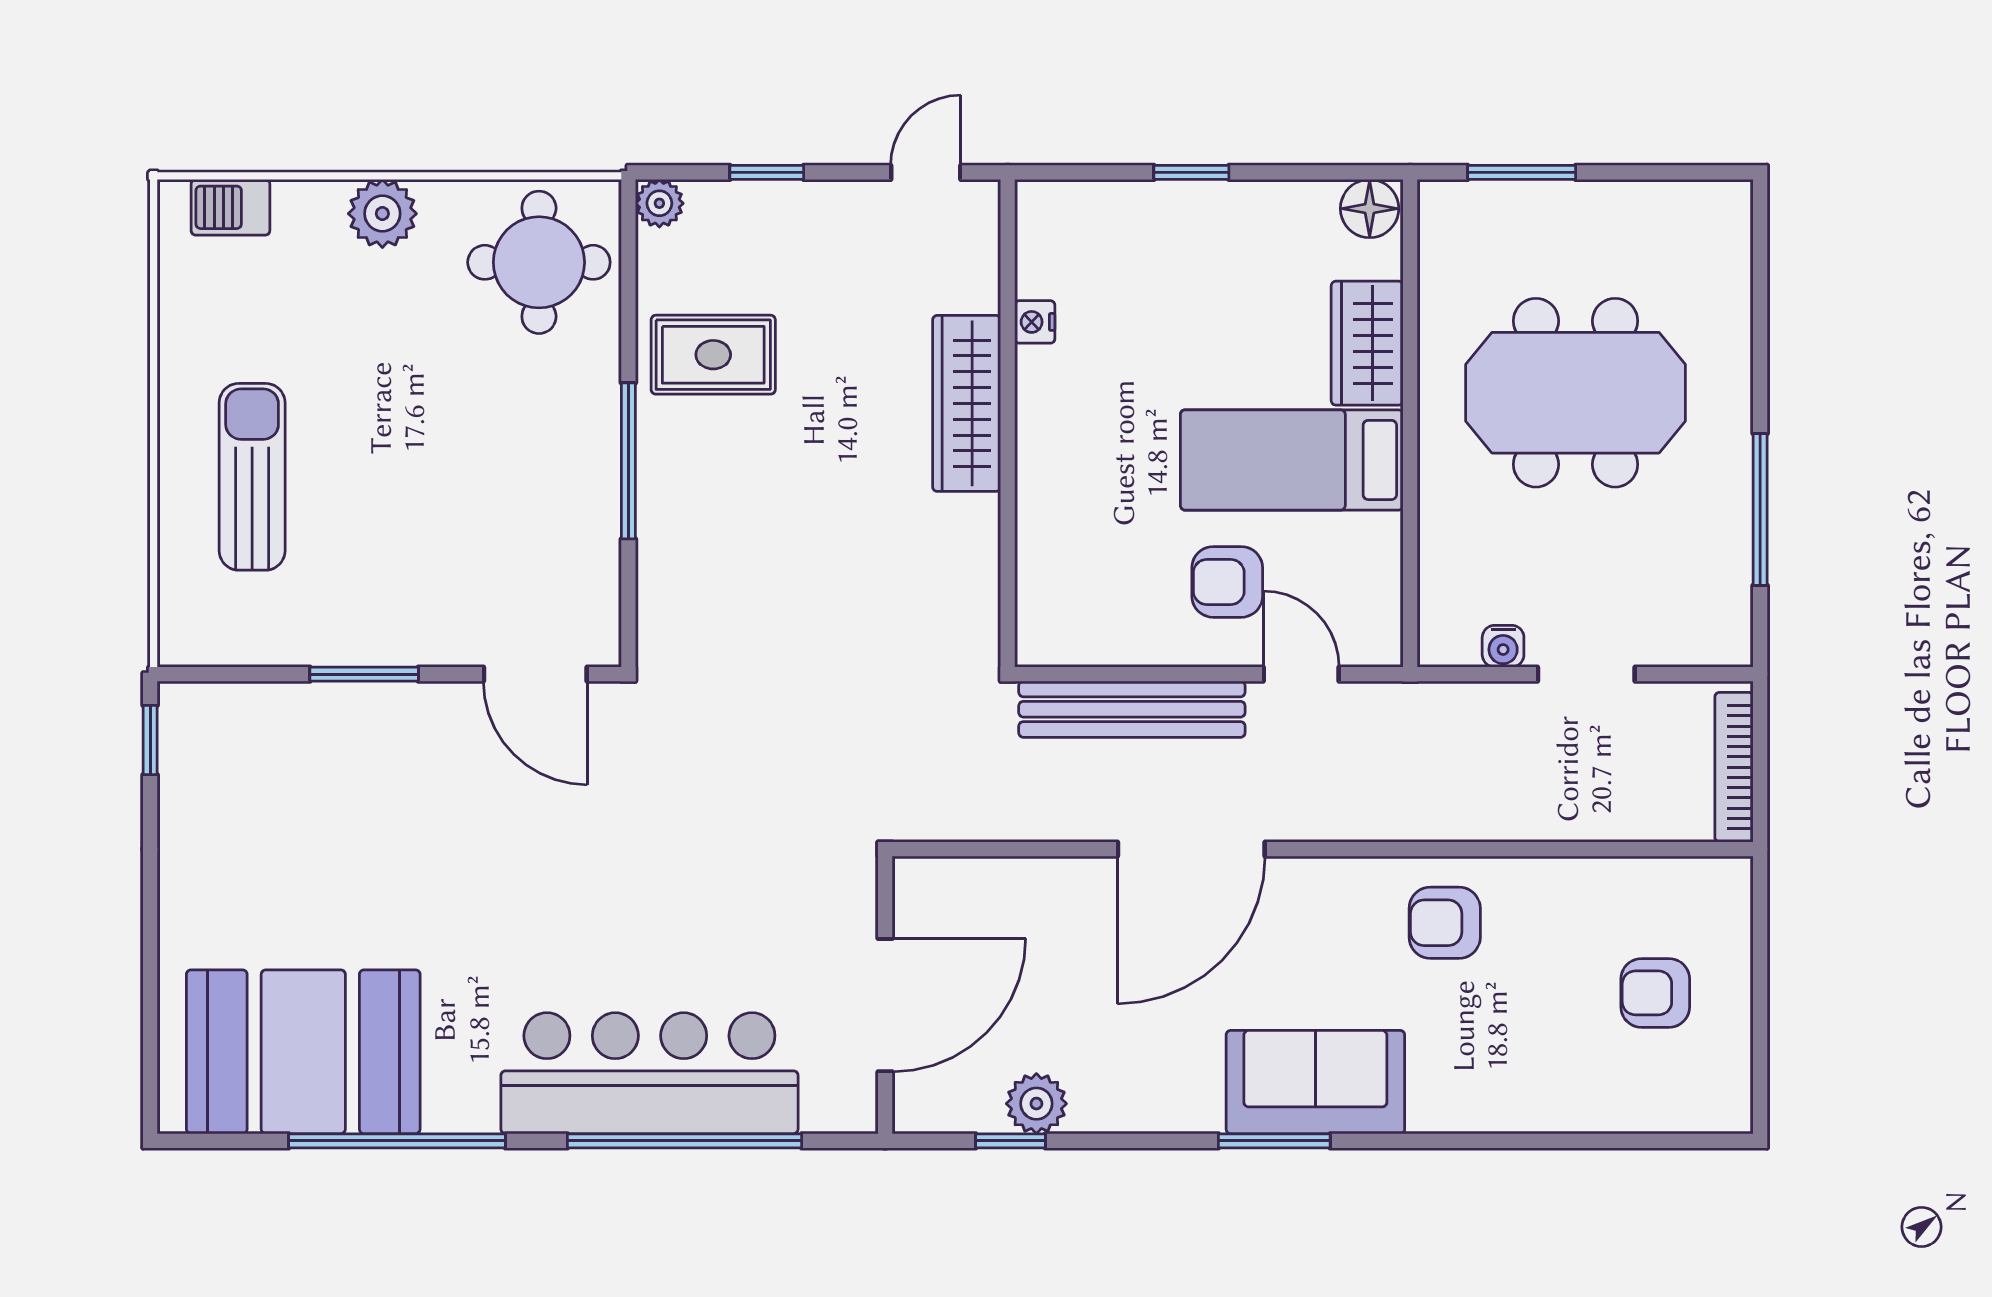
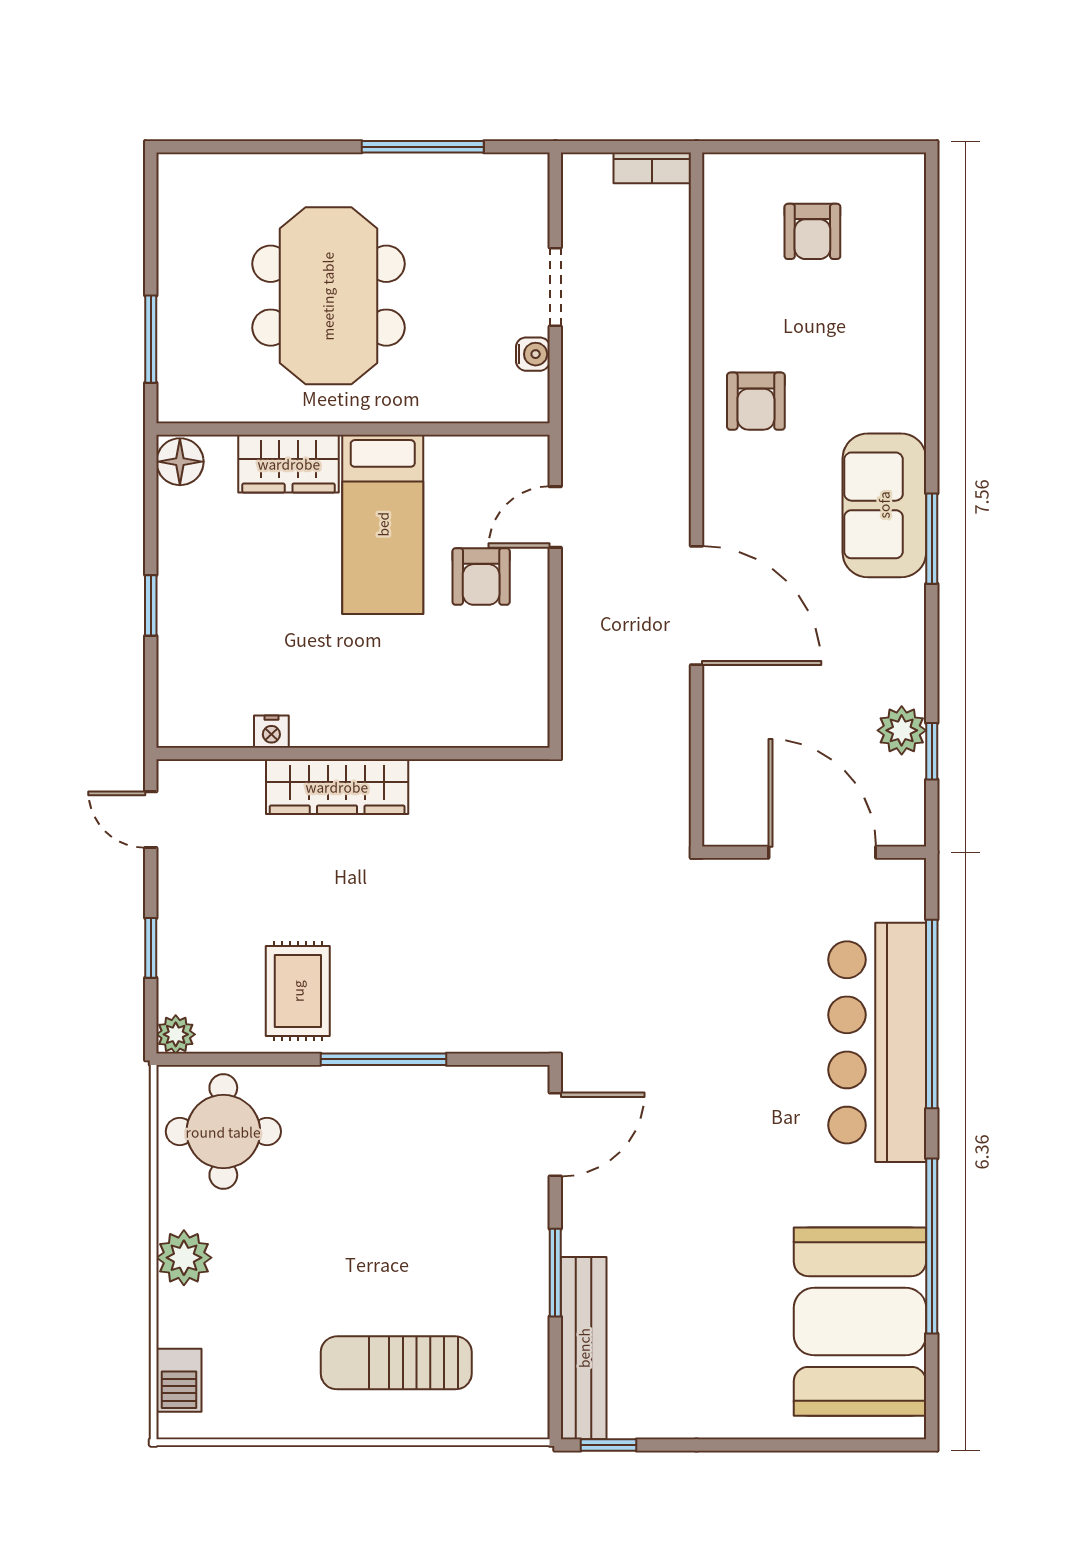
bench: (1132, 709) -> (584, 1348), moved
bookcase: (1734, 767) -> (652, 168), width x0.64

